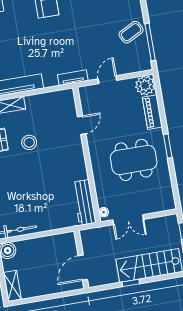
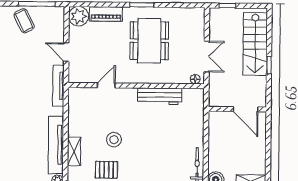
tv unit: (73, 78) -> (58, 86), width x1.41
door: (82, 125) -> (106, 85), hinge flipped
workbench: (84, 202) -> (160, 96), moved

